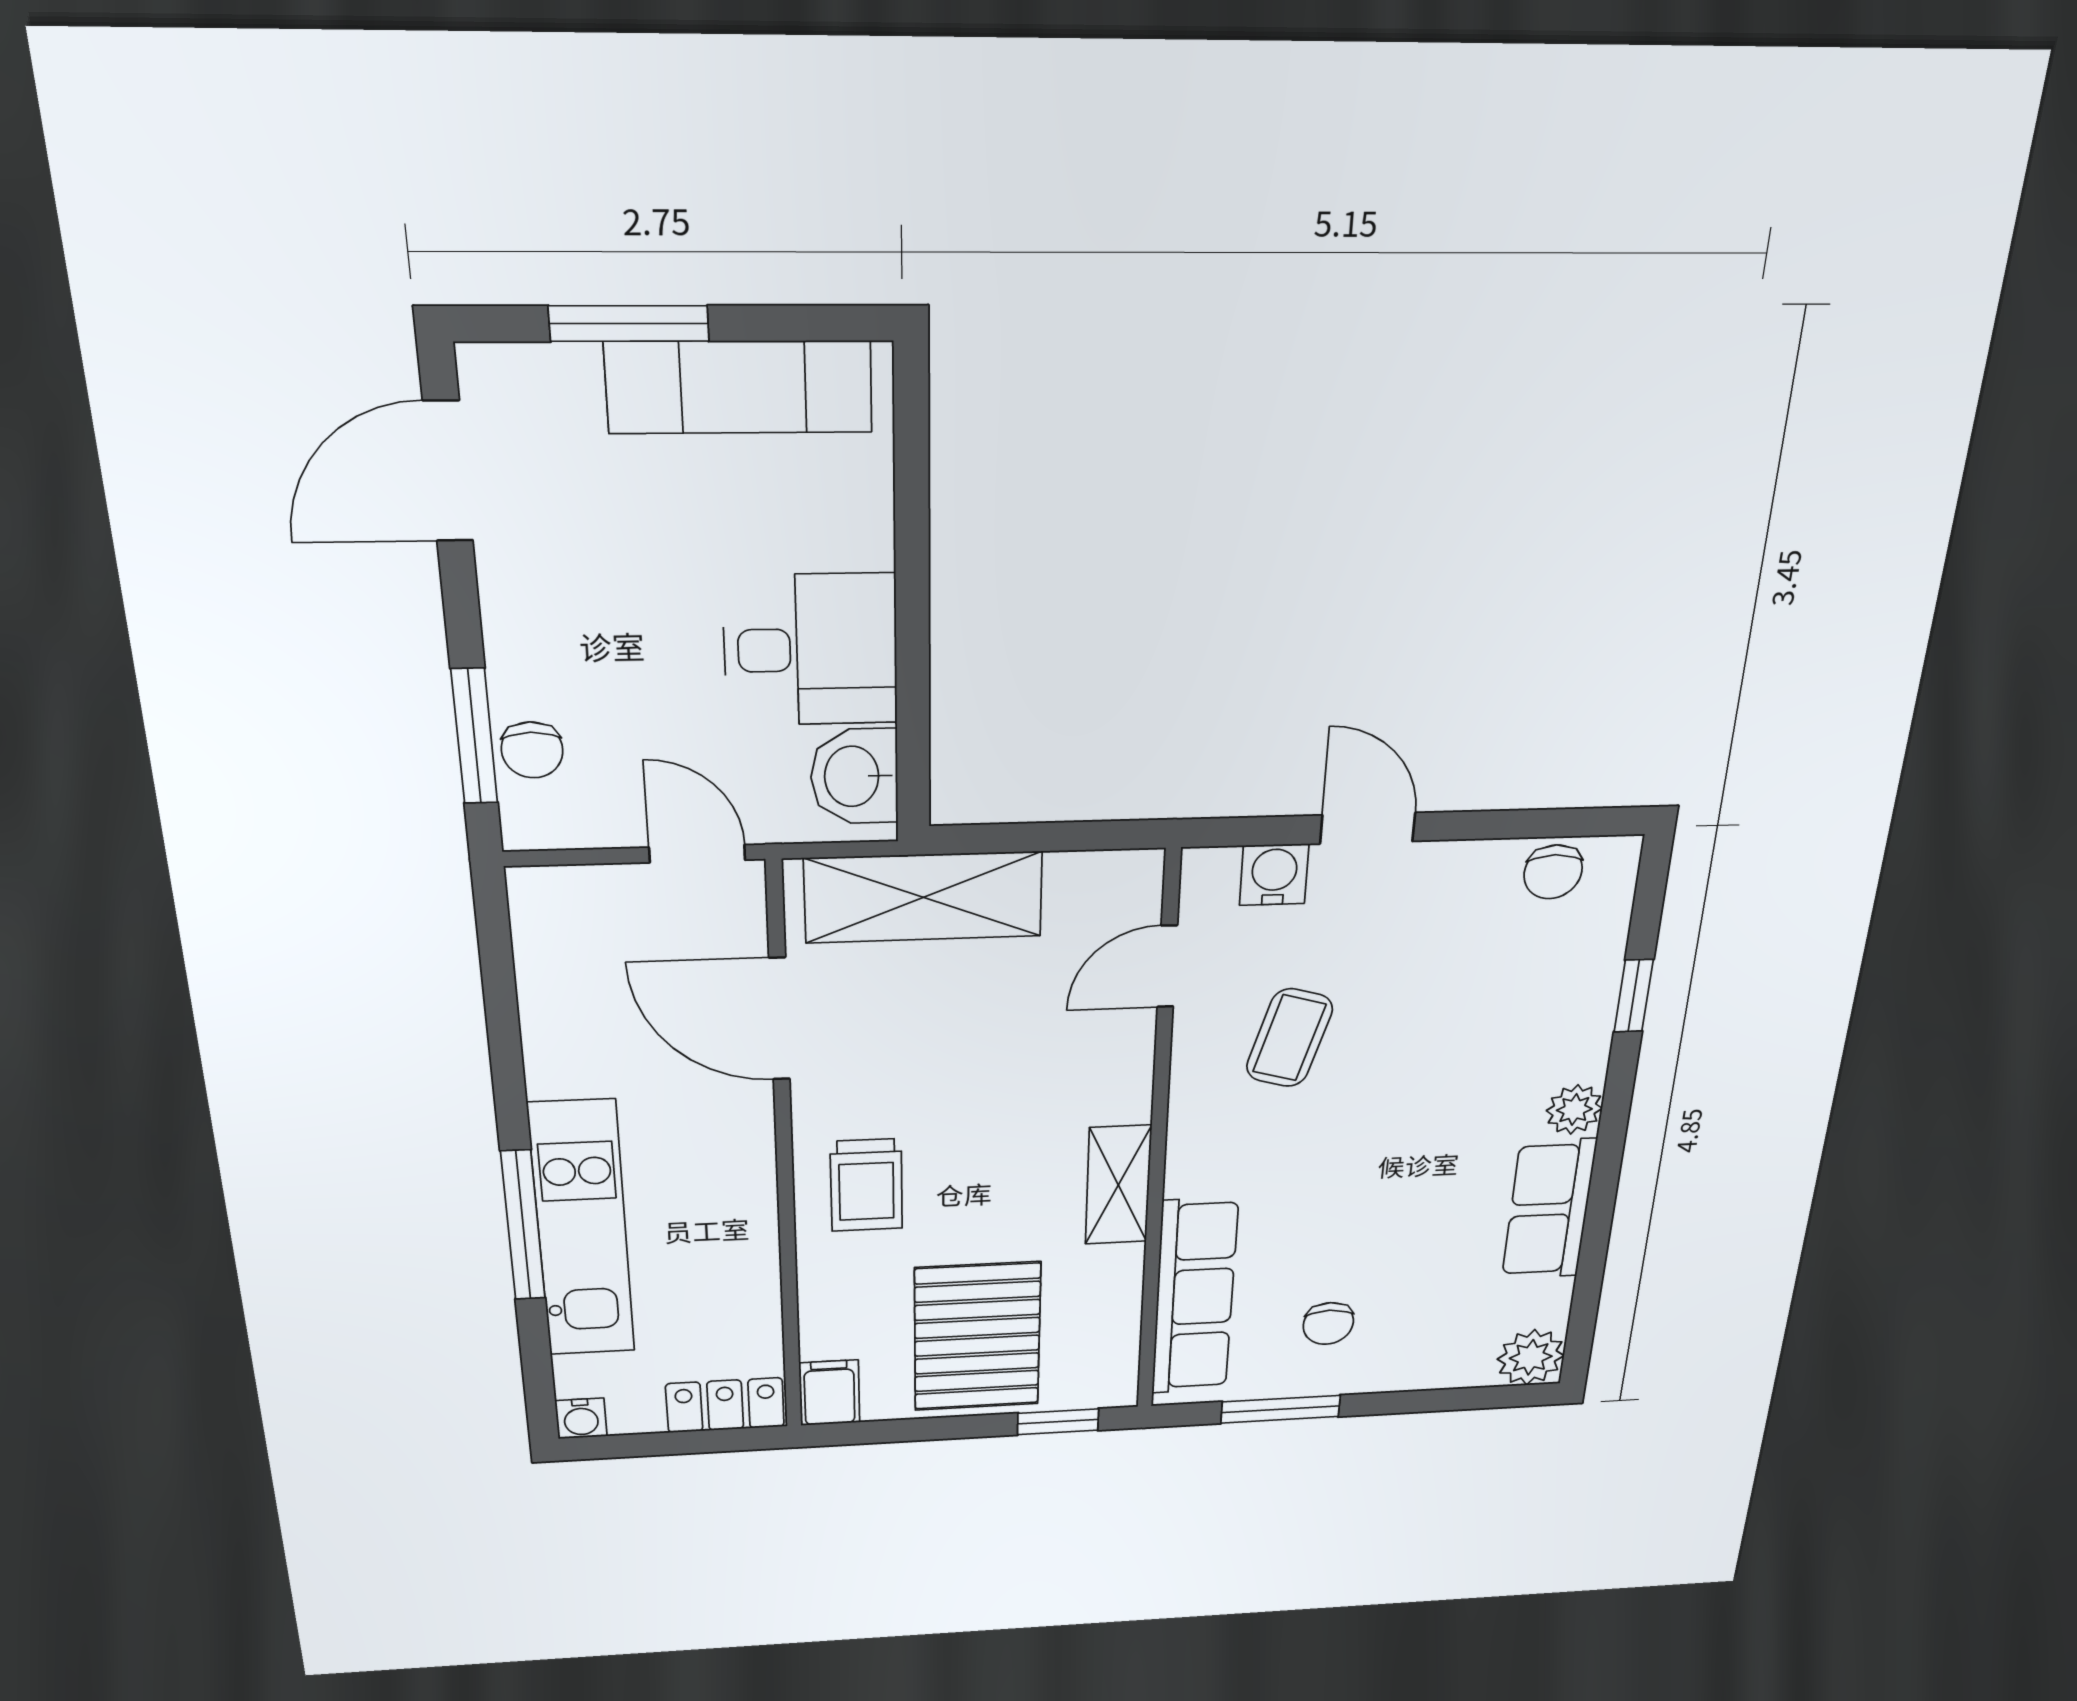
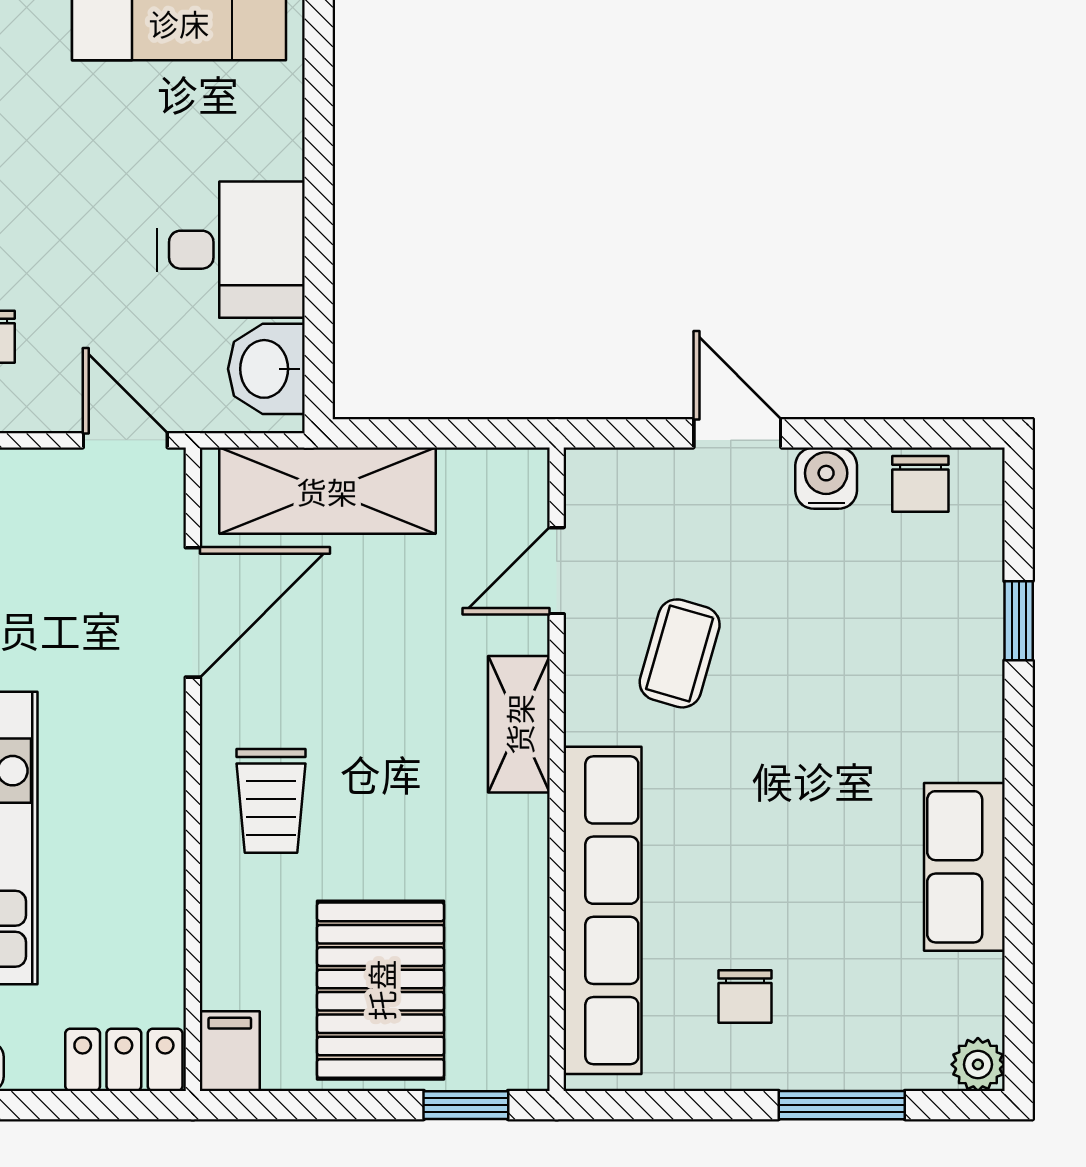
water cooler: (1274, 875) -> (826, 478), moved
door: (779, 1019) -> (193, 612), swing flipped
plant: (1574, 1110) -> (976, 748), removed
shelving: (1118, 1185) -> (519, 724), moved
row of seats: (1195, 1297) -> (602, 910), width x1.36
plant: (1531, 1357) -> (978, 1064), width x0.73, depth x0.73
window: (1281, 1409) -> (842, 1105), moved

